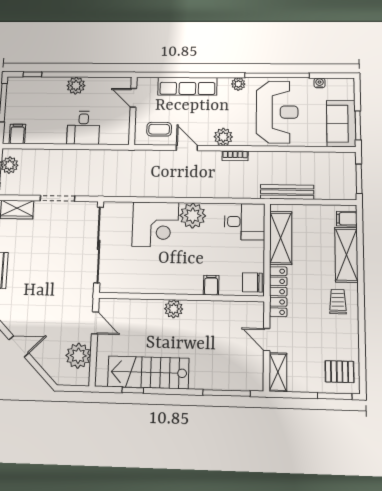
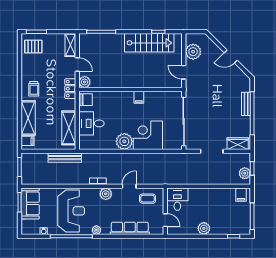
reception desk: (277, 112) -> (71, 211), turned 180
desk: (83, 128) -> (177, 199), moved
door: (187, 148) -> (129, 186), swing flipped
desk: (245, 222) -> (91, 123), moved
filing cabinet: (211, 285) -> (139, 97), moved
locker: (278, 292) -> (70, 89), width x0.66
plant: (174, 309) -> (85, 82), moved

